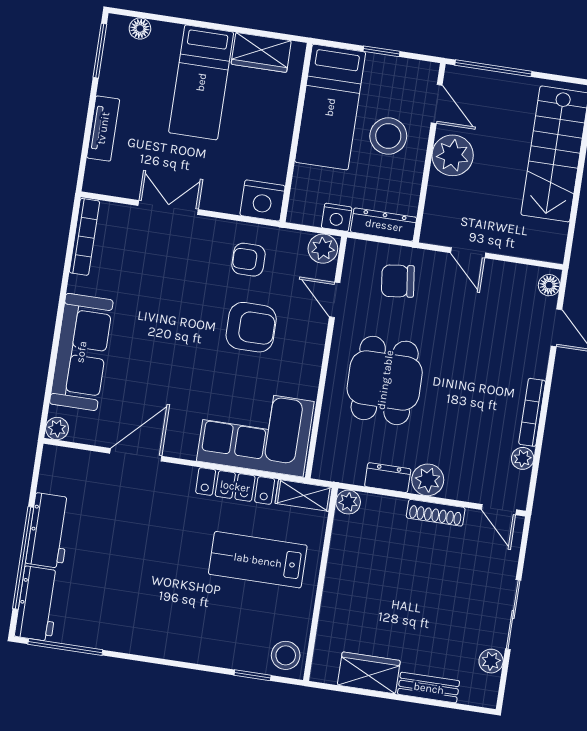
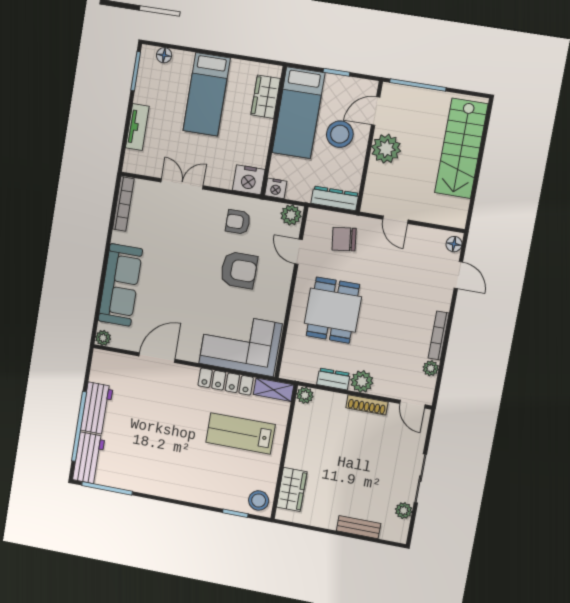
wardrobe: (261, 52) -> (266, 97), moved, turned 90
door: (437, 104) -> (376, 111), swing flipped
nightstand: (337, 217) -> (276, 188), moved
wardrobe: (369, 673) -> (292, 489), moved, turned 90

